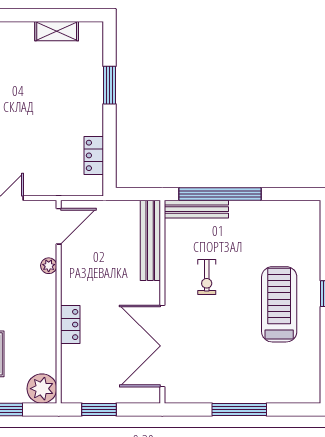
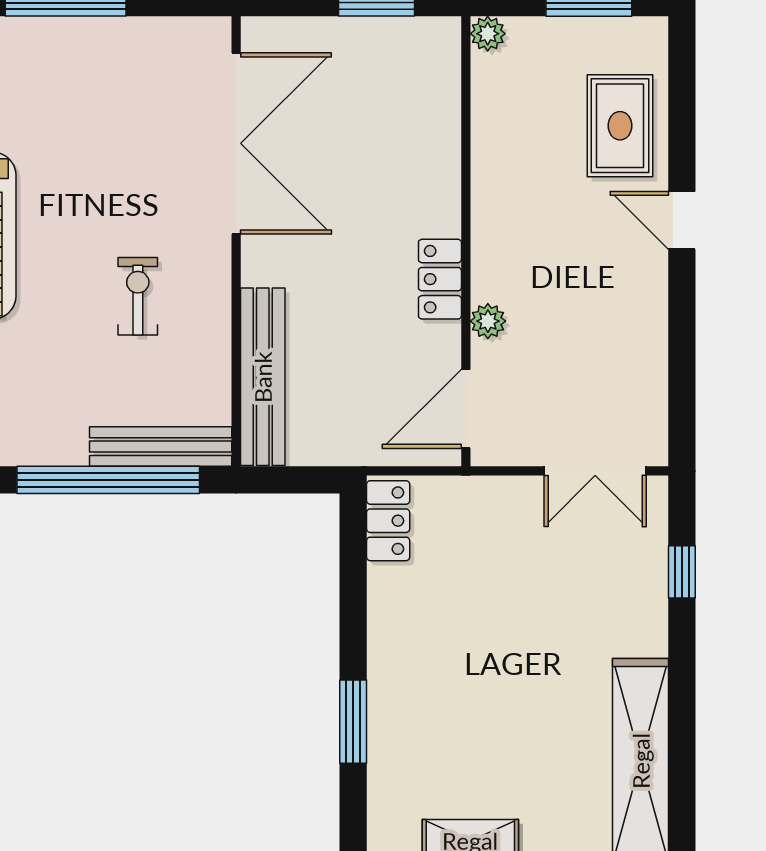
locker: (94, 155) -> (388, 521), moved
locker: (70, 325) -> (440, 279), moved
plant: (42, 389) -> (488, 34), width x0.53, depth x0.53

